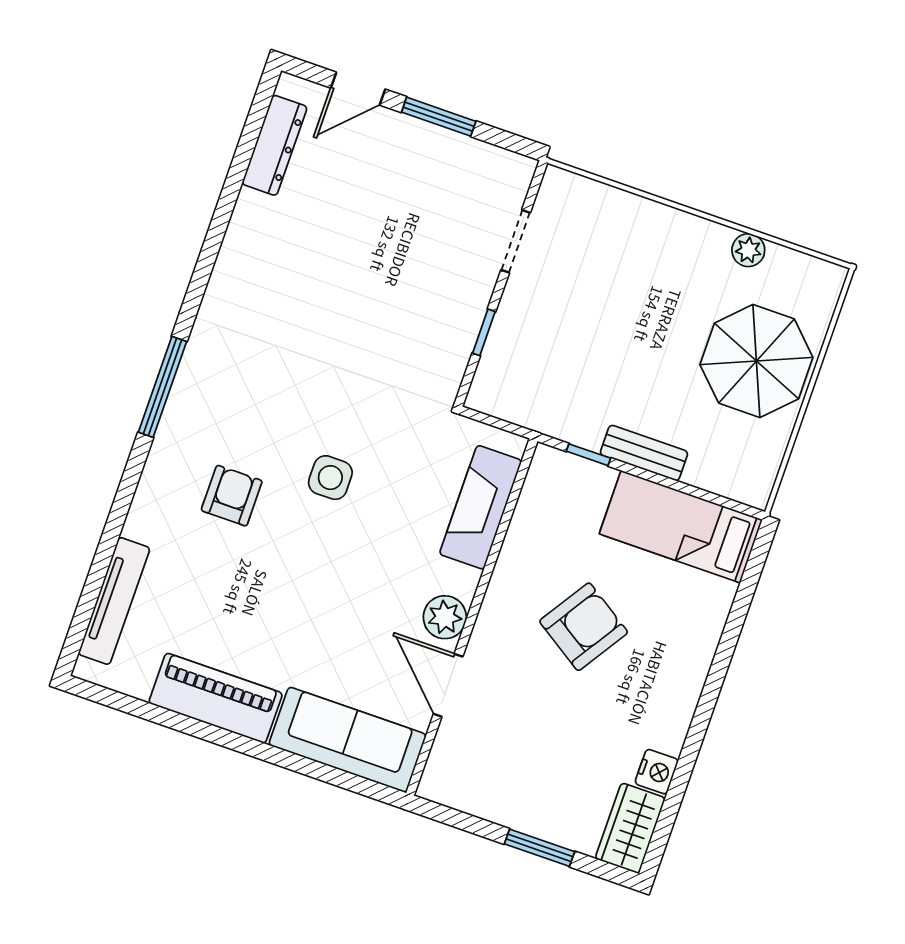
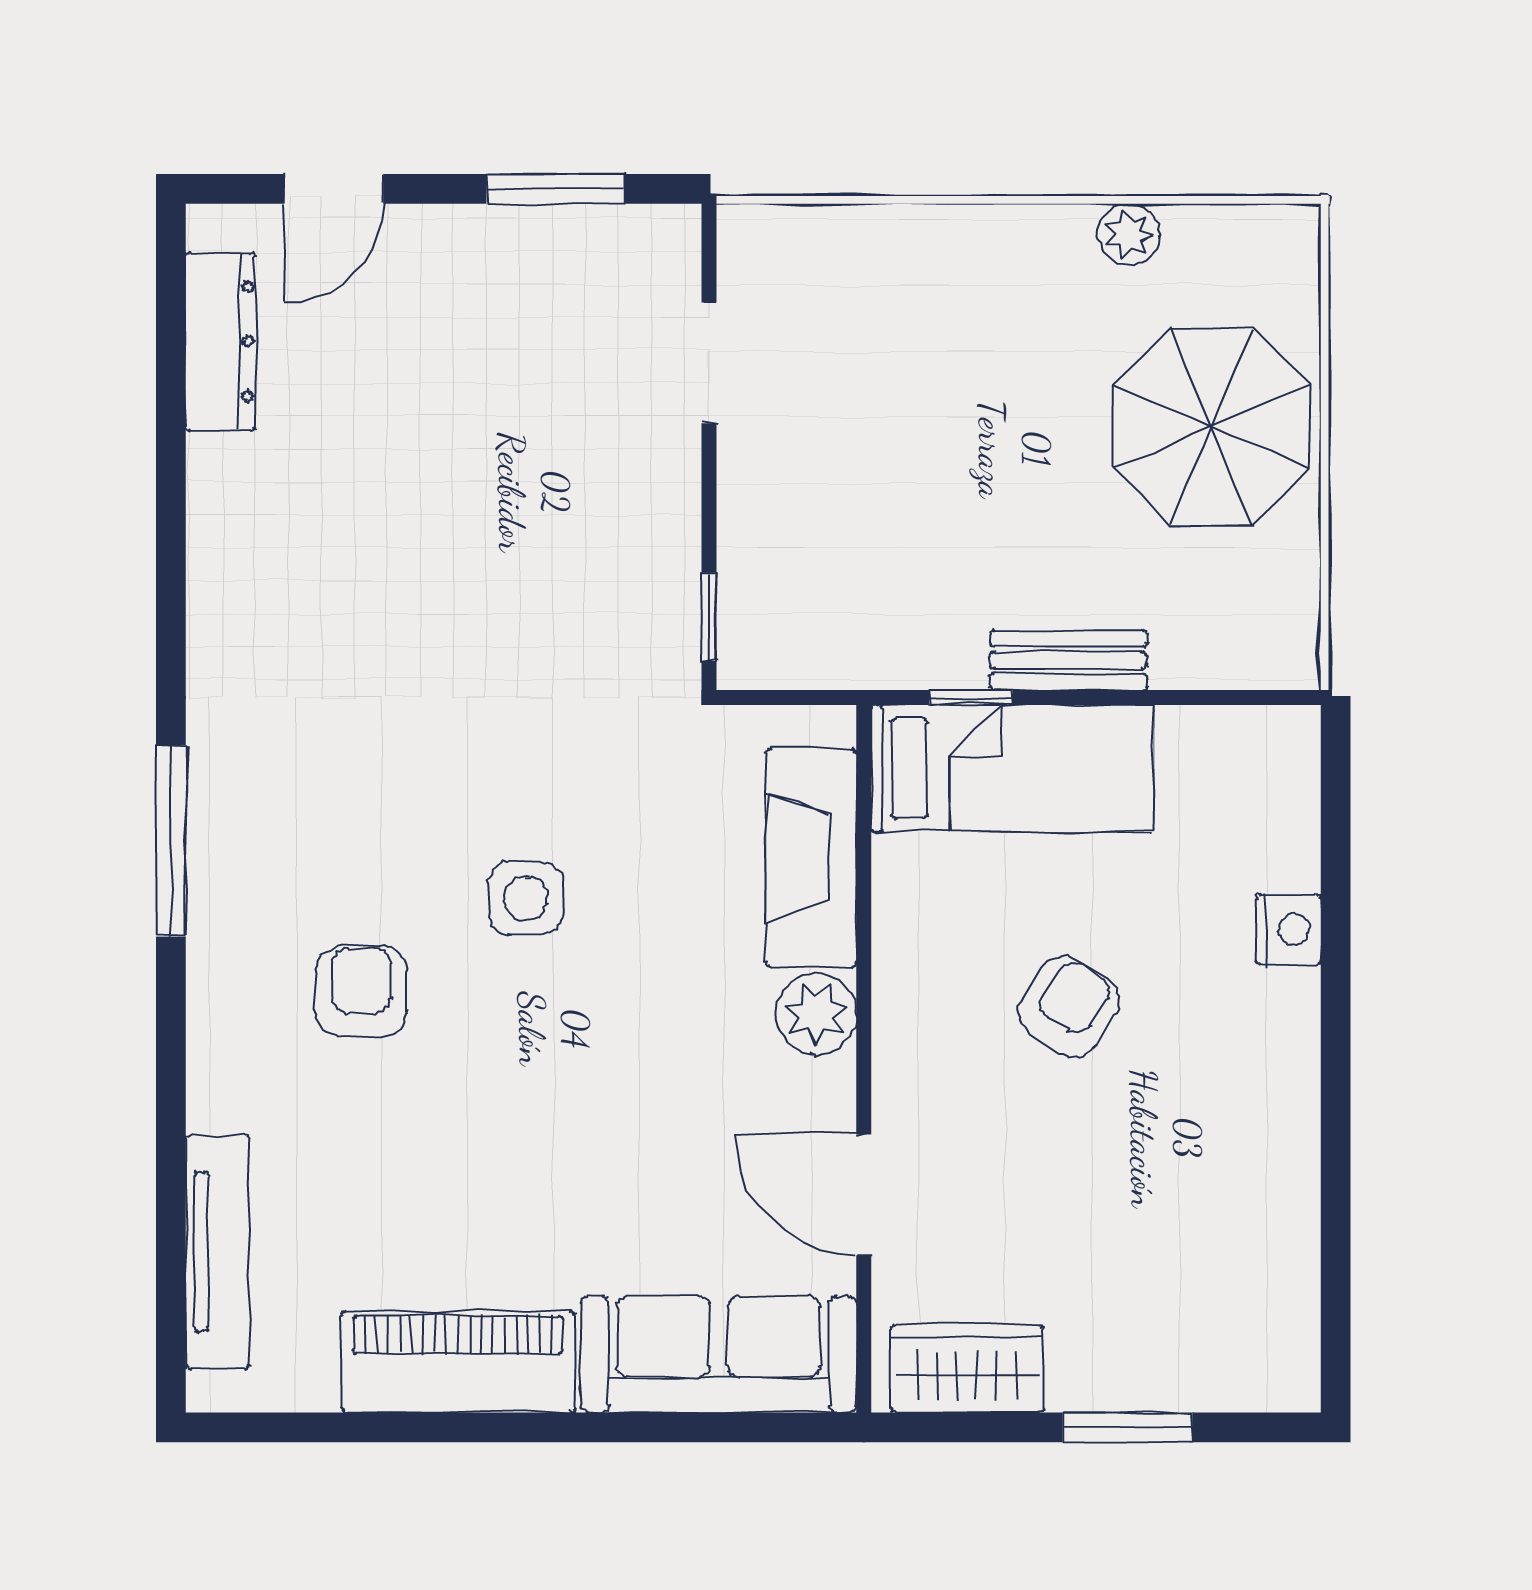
window: (439, 117) -> (556, 189), moved
window: (484, 332) -> (709, 617), moved
bed: (681, 527) -> (1012, 768), moved, turned 180
plant: (445, 617) -> (816, 1014), moved
armchair: (584, 627) -> (1069, 1007), width x0.72, depth x0.72
nightstand: (657, 772) -> (1289, 930), moved
wardrobe: (630, 828) -> (967, 1369), moved, turned 90

